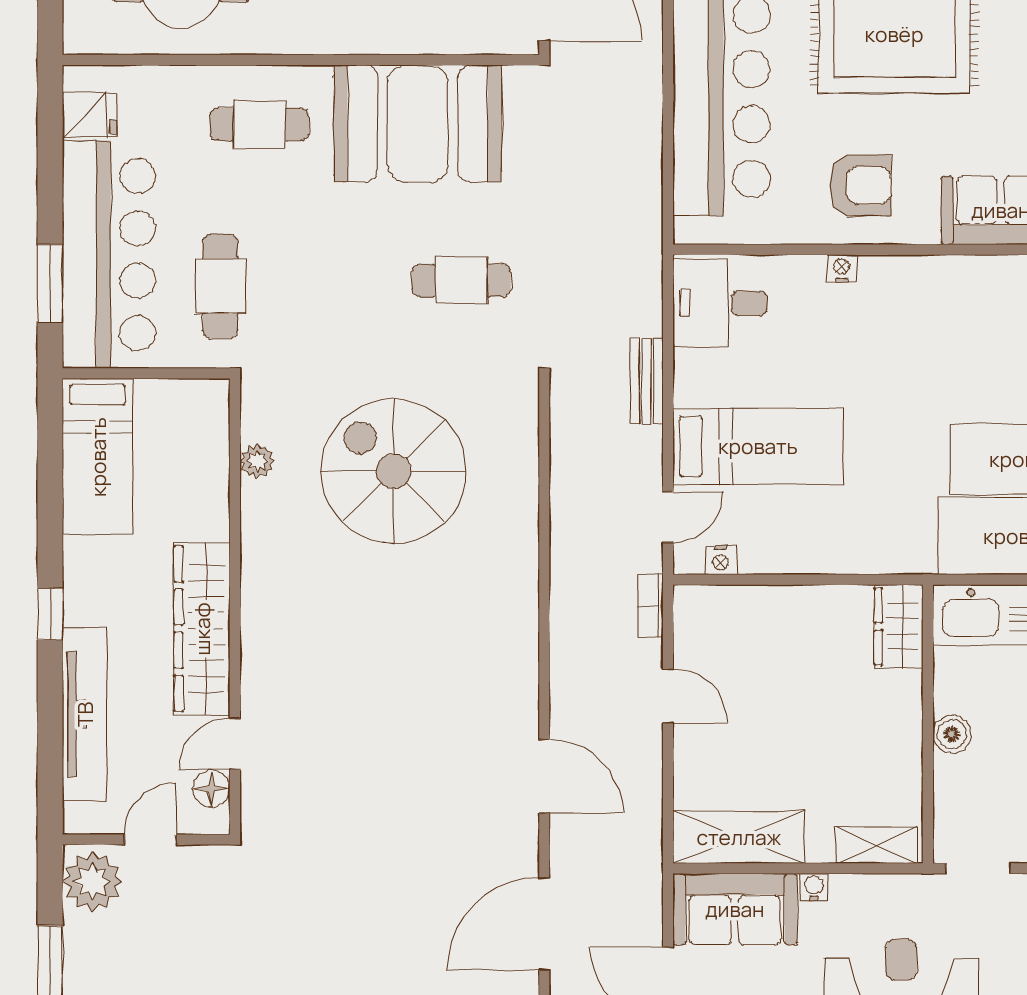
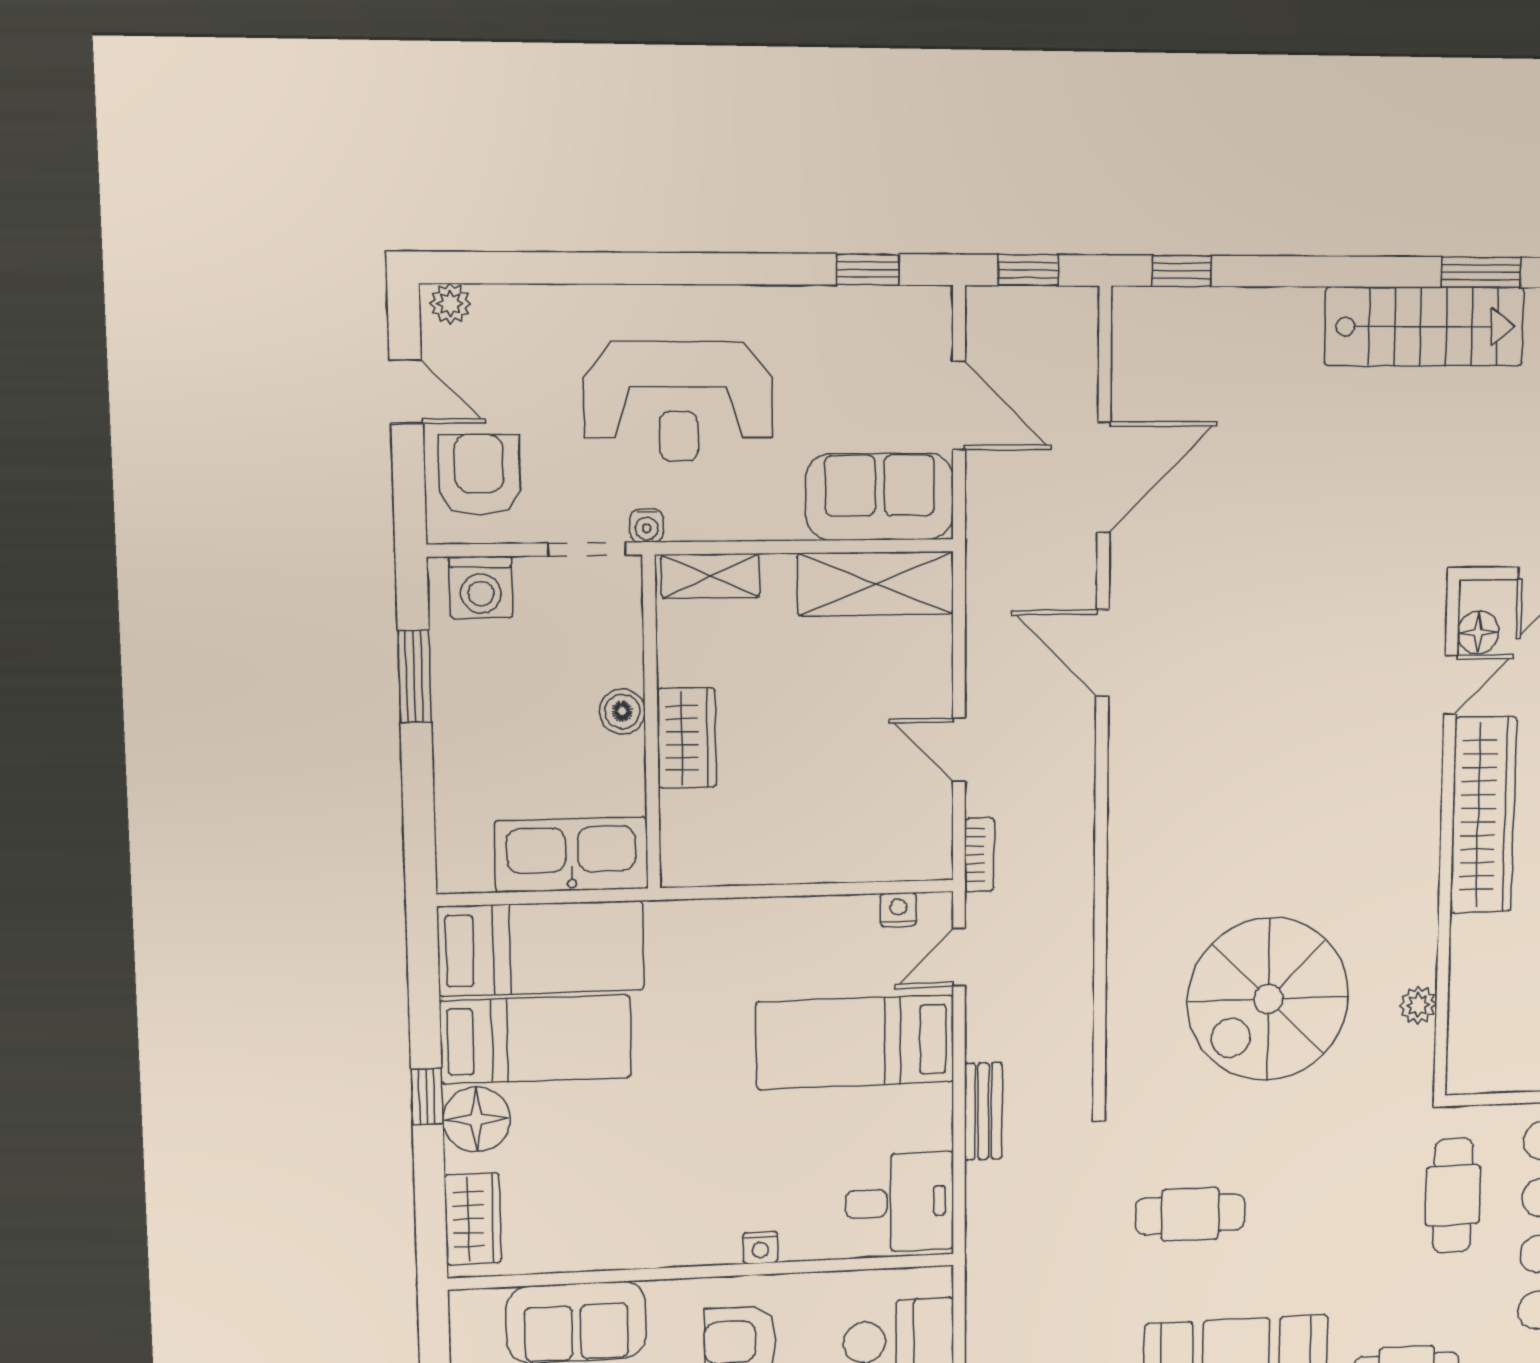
spiral stairs: (394, 471) -> (1268, 999), turned 90
wardrobe: (899, 626) -> (687, 738), moved
water cooler: (814, 887) -> (647, 526), moved

